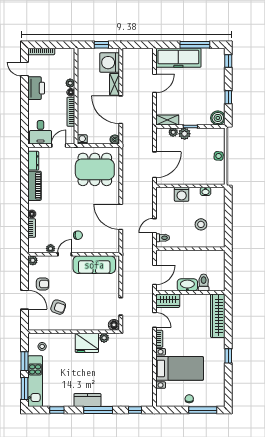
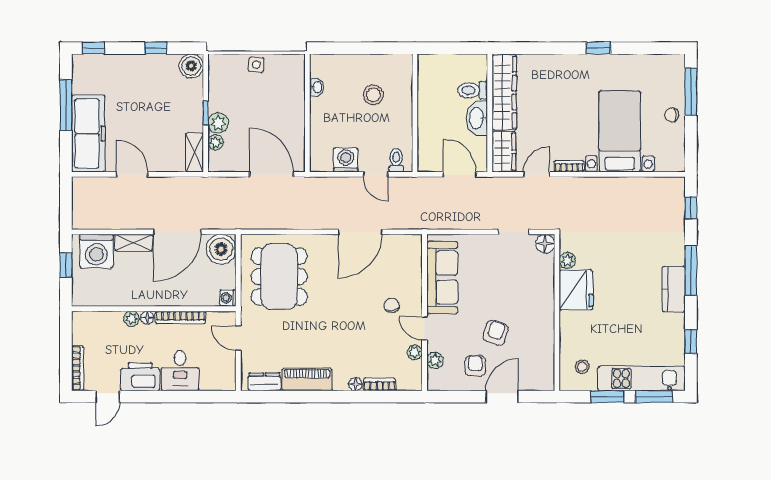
desk: (41, 132) -> (180, 371), moved, turned 90
boiler: (115, 139) -> (221, 249), width x1.86, depth x1.86
washing machine: (182, 194) -> (346, 160), moved, turned -90
plant: (33, 260) -> (435, 360), moved
armchair: (58, 307) -> (496, 333), moved
wardrobe: (218, 316) -> (504, 92), moved, turned -90

